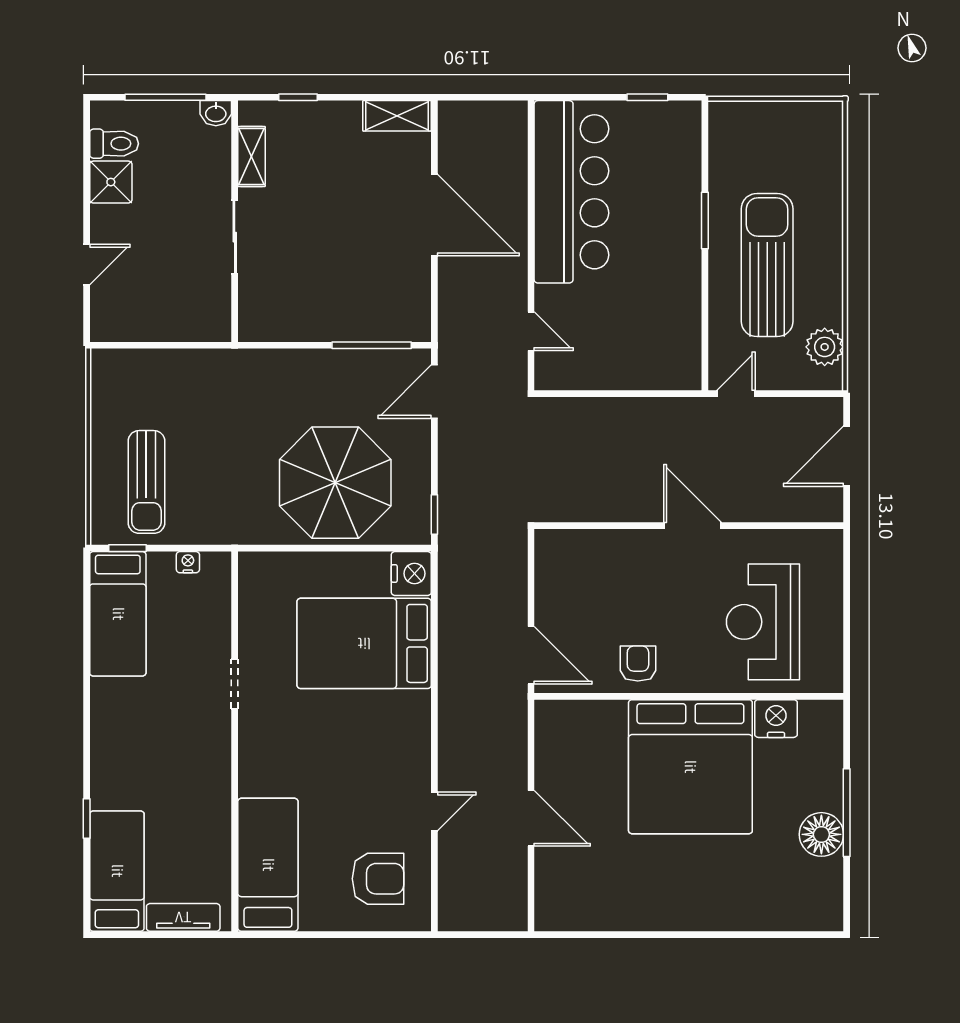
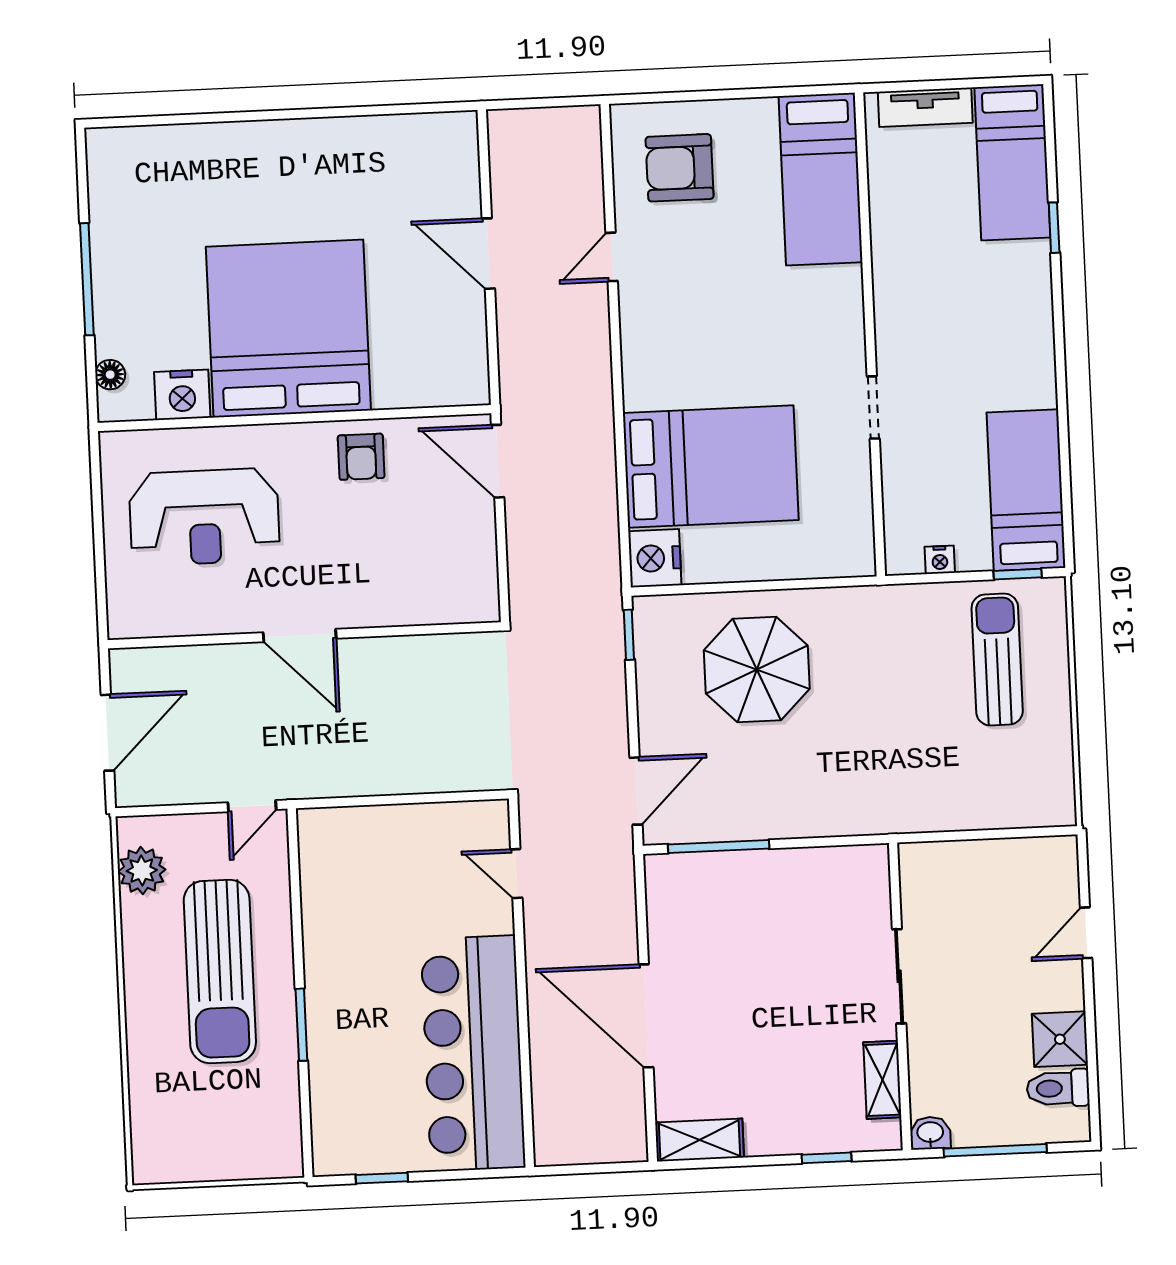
parasol: (335, 483) -> (757, 670), width x0.73, depth x0.73
reception desk: (763, 622) -> (204, 517), turned 90
floor lamp: (821, 834) -> (110, 375), moved, width x0.53, depth x0.53

